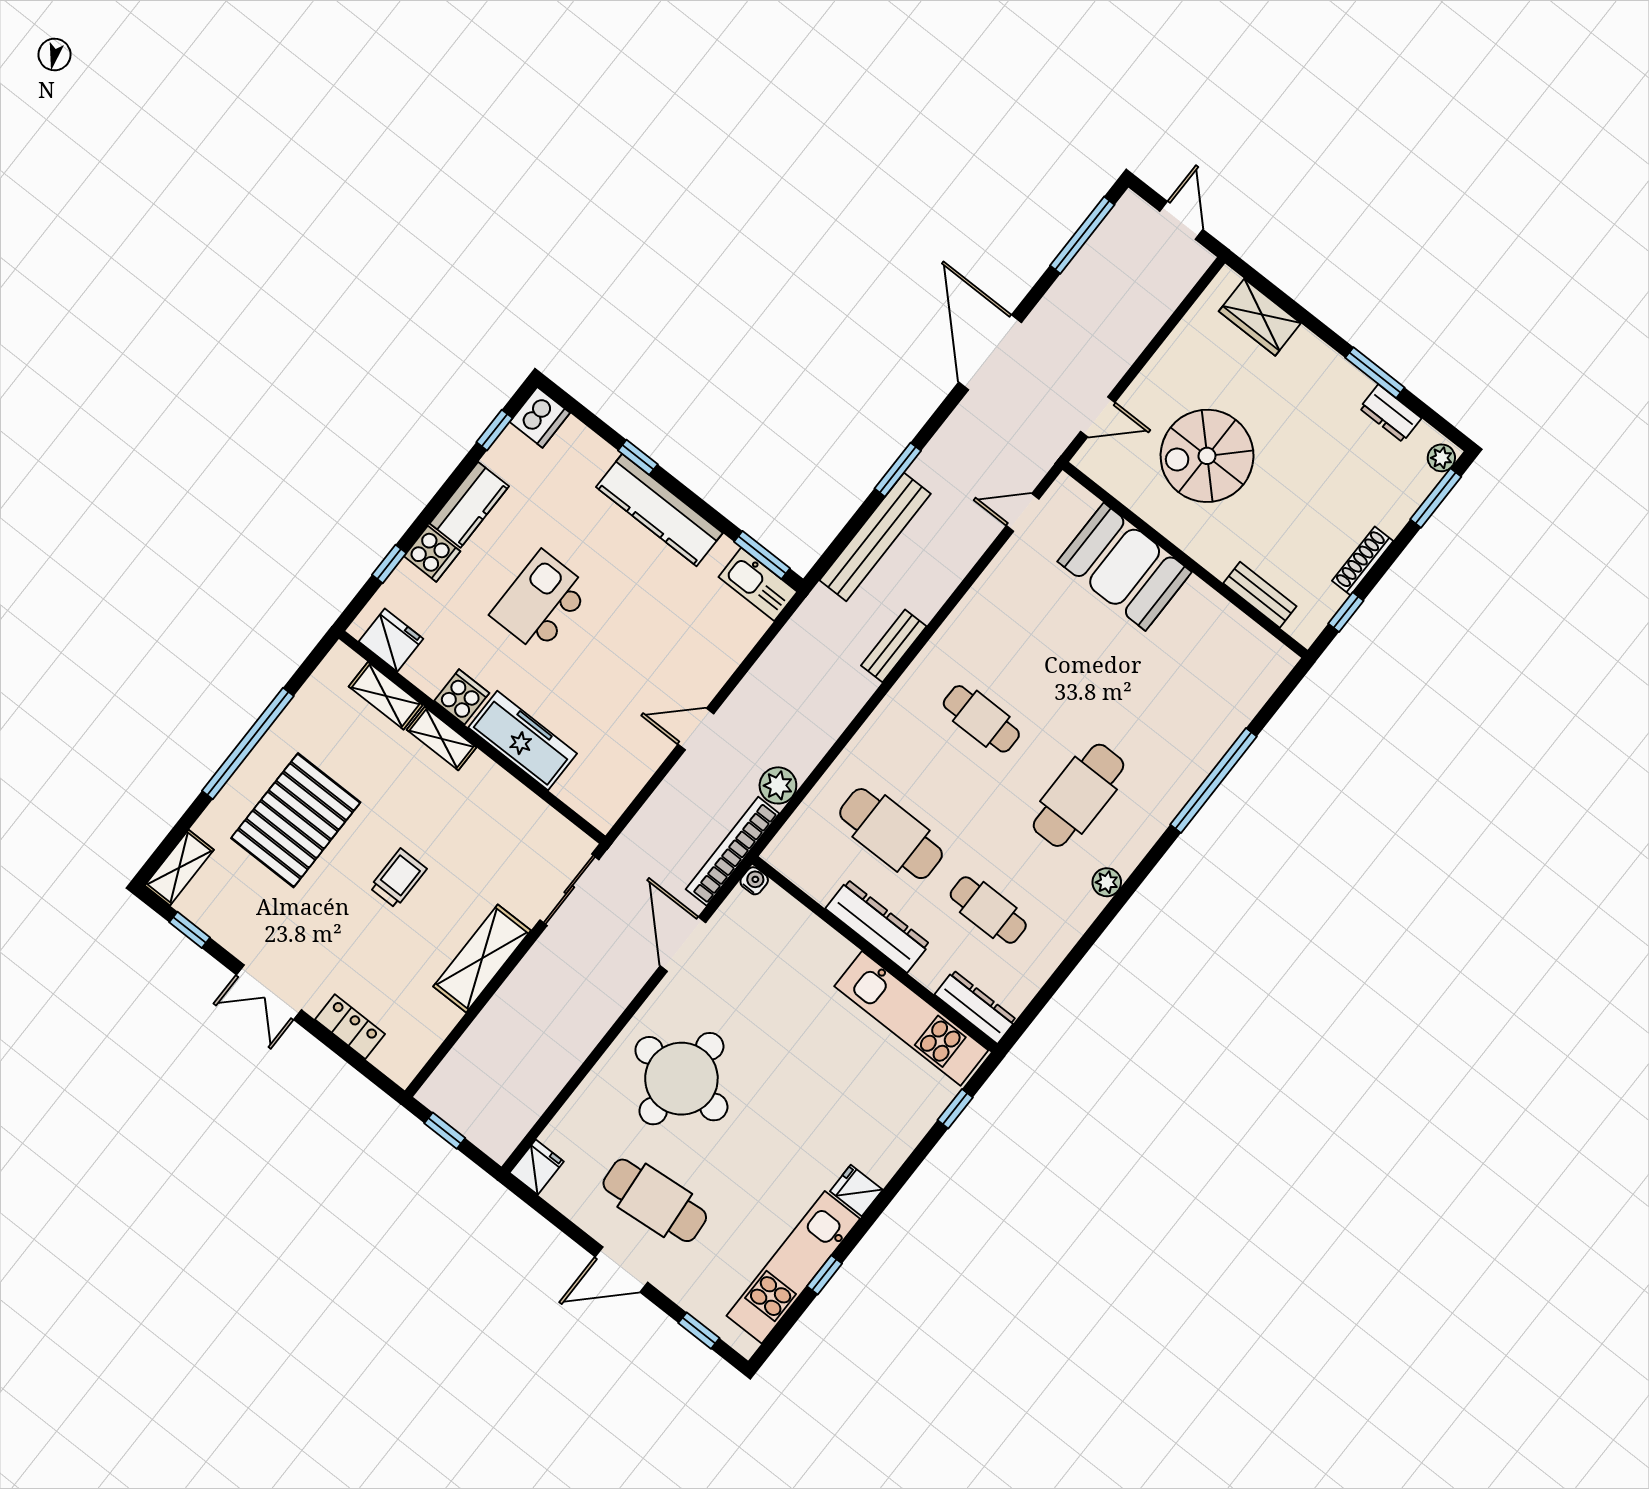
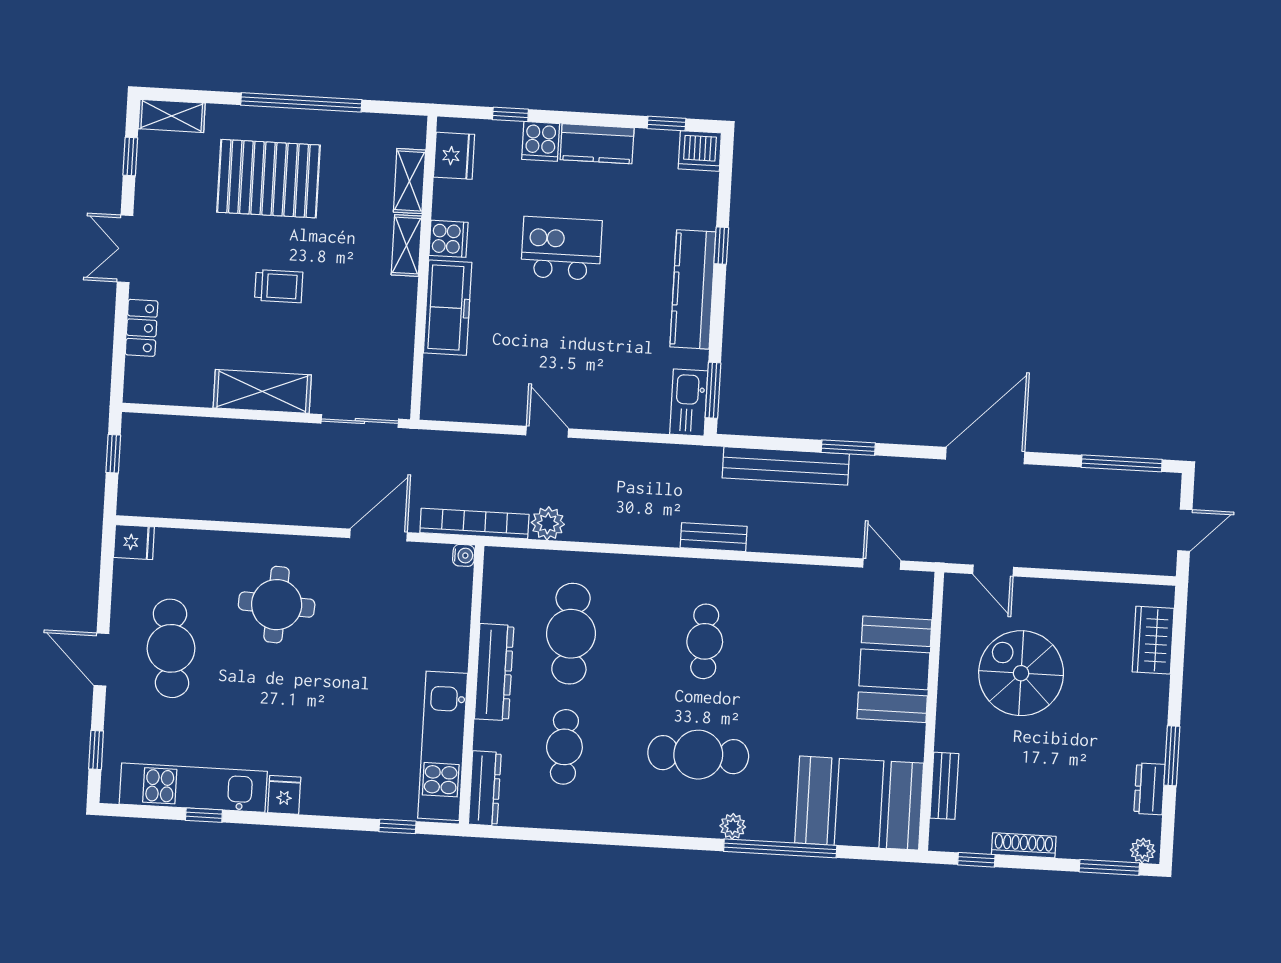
booth: (1222, 682) -> (859, 803), added
plant: (1107, 882) -> (733, 826), moved
round table: (681, 1079) -> (277, 605), width x0.73, depth x0.73

